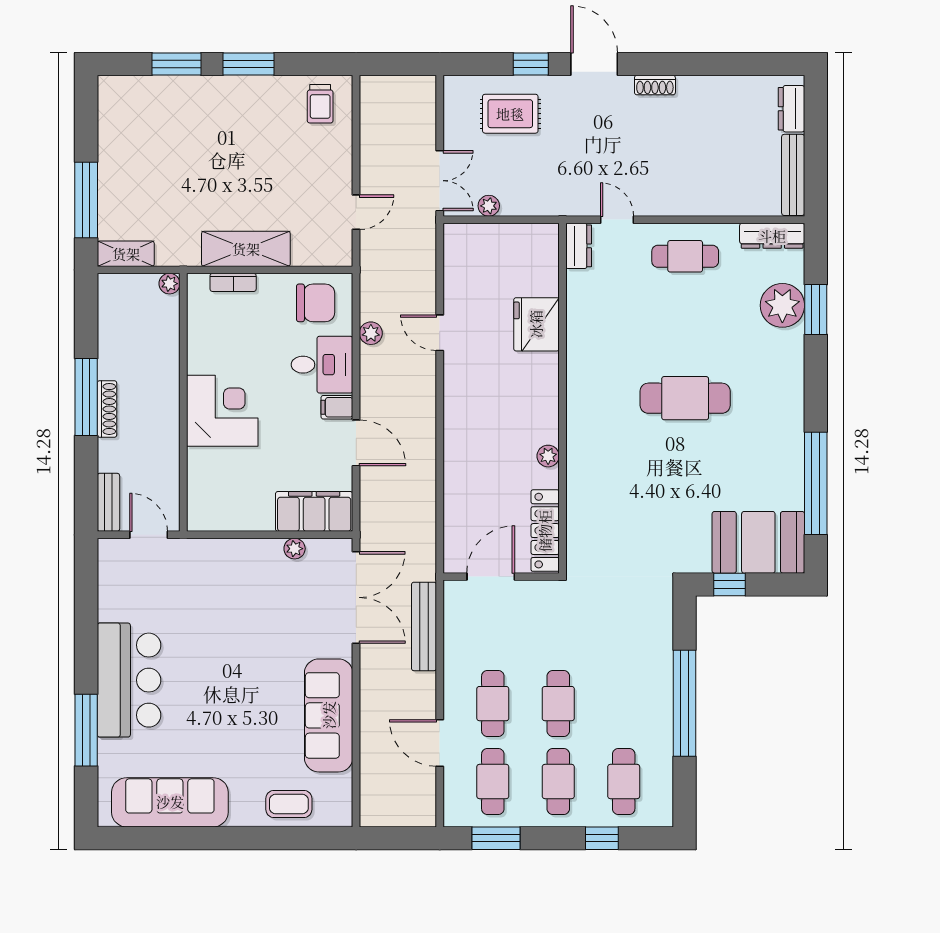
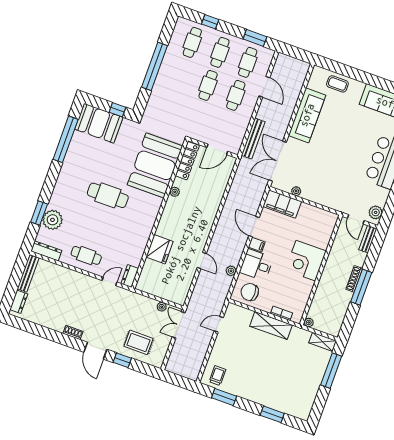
window: (248, 64) -> (224, 397), moved
door: (617, 220) -> (109, 281), swing flipped
booth: (609, 496) -> (155, 165), added
plant: (112, 564) -> (376, 212), added

